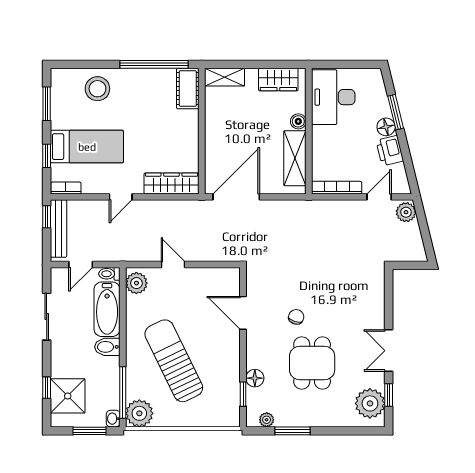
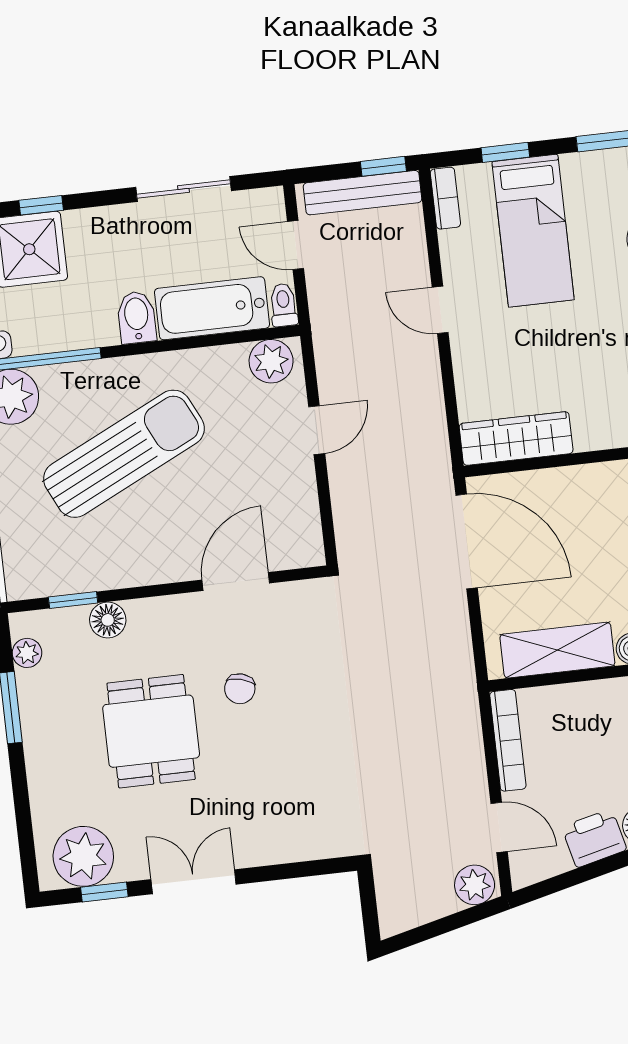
wardrobe: (172, 183) -> (516, 438), moved, turned -90
chair: (296, 317) -> (240, 689), turned 87
dining table: (312, 363) -> (151, 731), turned 90

